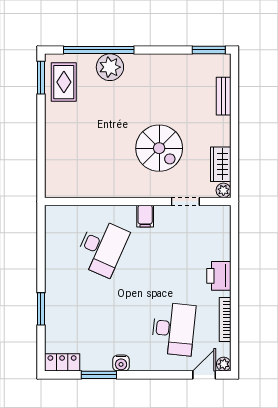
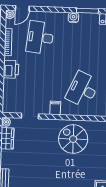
spiral stairs: (159, 148) -> (73, 139), moved

